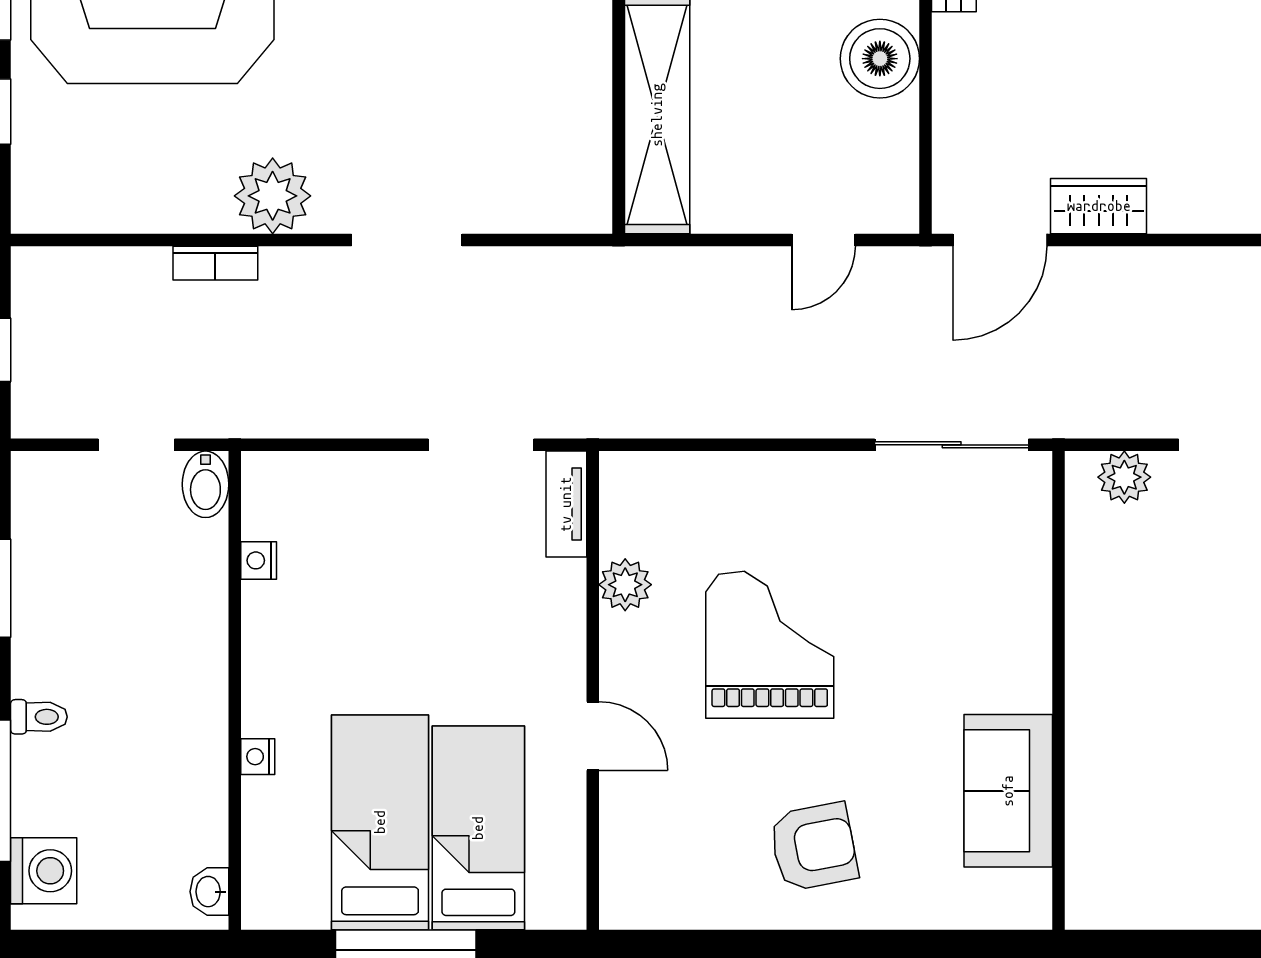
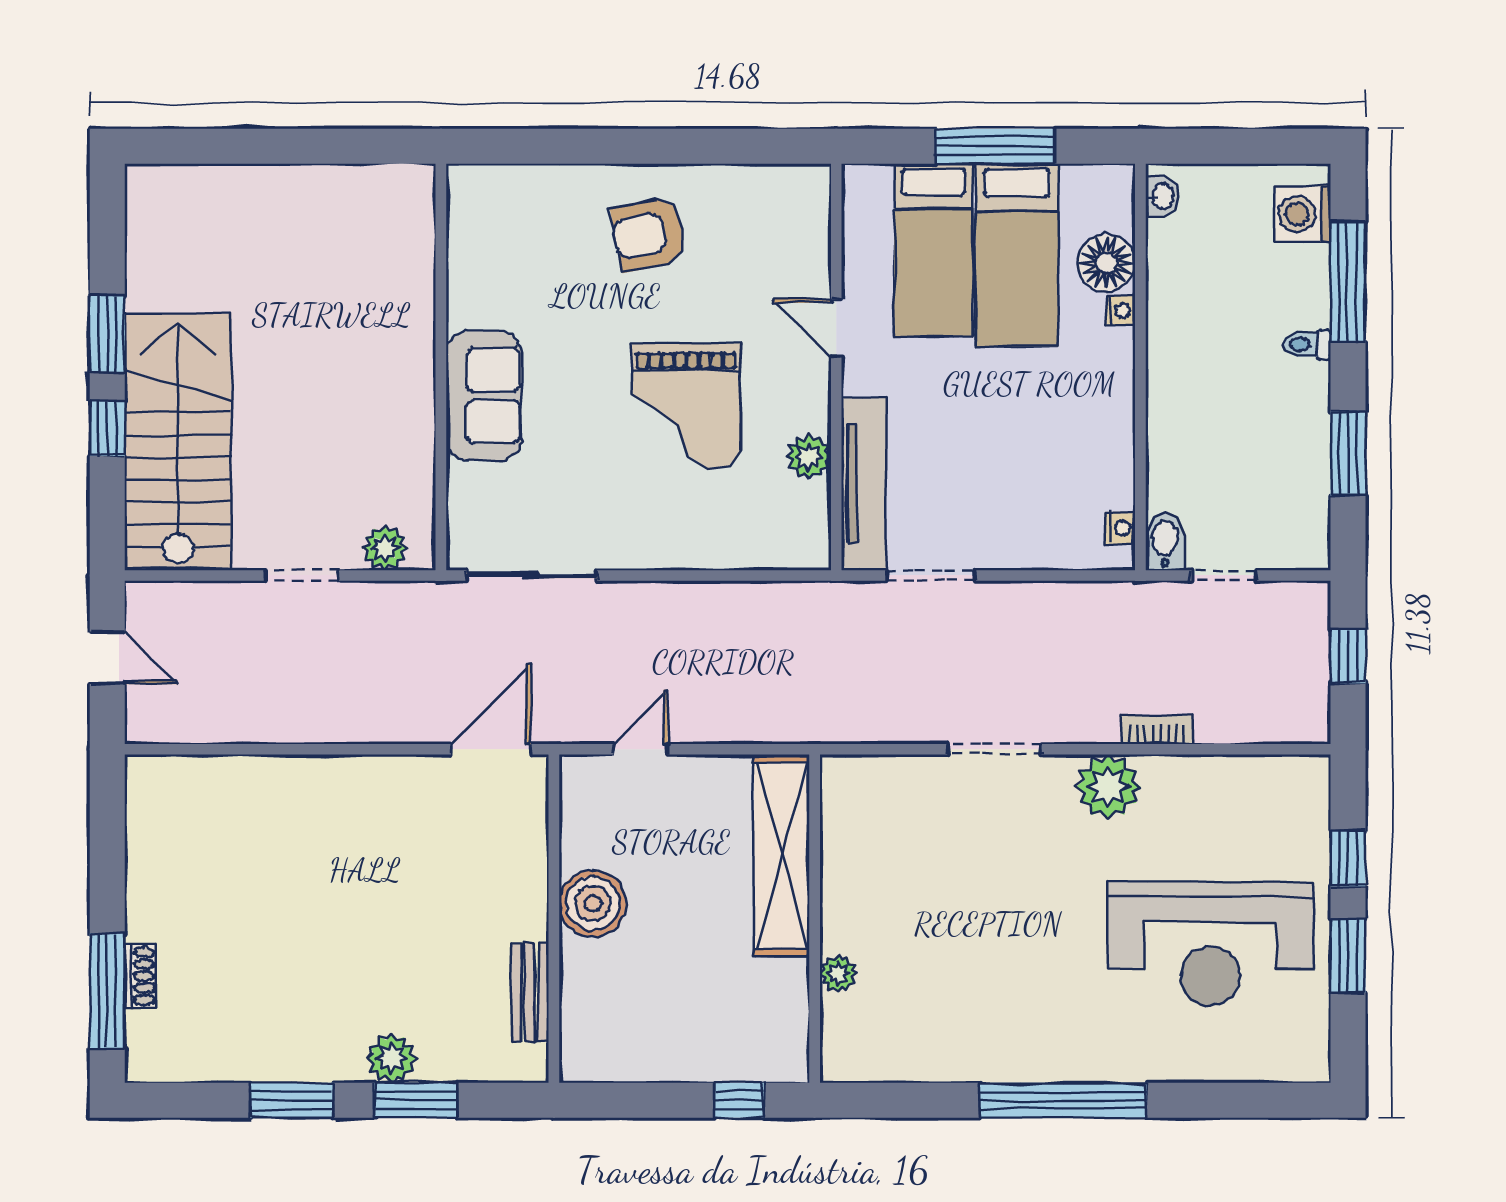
wardrobe: (1099, 206) -> (407, 778), removed
tv unit: (566, 504) -> (864, 484), width x1.92, depth x1.29
nightstand: (259, 560) -> (1120, 528), moved
sofa: (1008, 791) -> (484, 396), moved
floor lamp: (275, 813) -> (1106, 263), added

